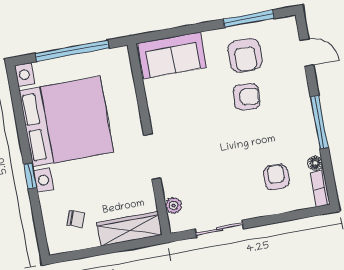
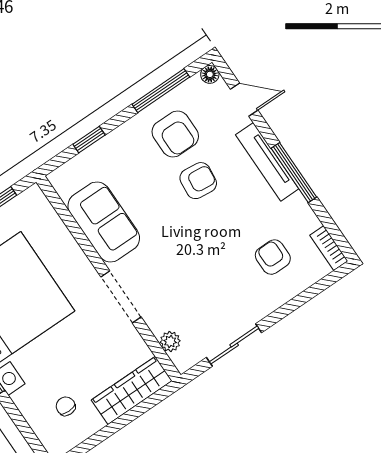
window: (180, 31) -> (89, 140), added
sofa: (172, 55) -> (104, 222), moved, turned -90
tv unit: (303, 105) -> (267, 162), added
floor lamp: (315, 163) -> (210, 74), moved
chair: (76, 219) -> (66, 406), turned -109

